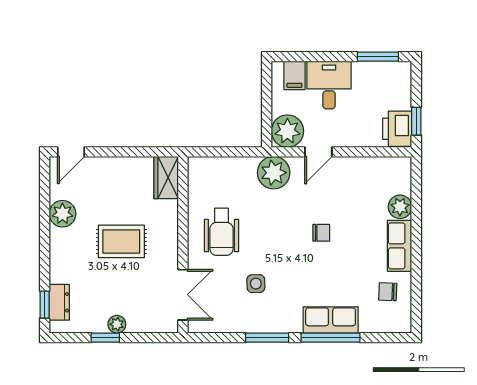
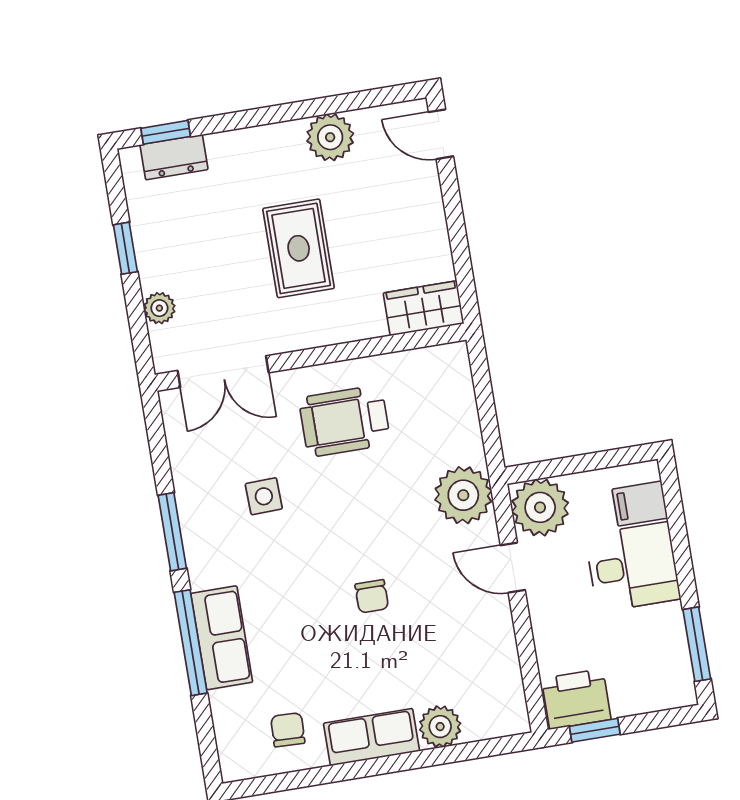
plant: (117, 324) -> (159, 308), moved

